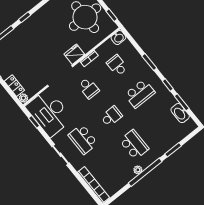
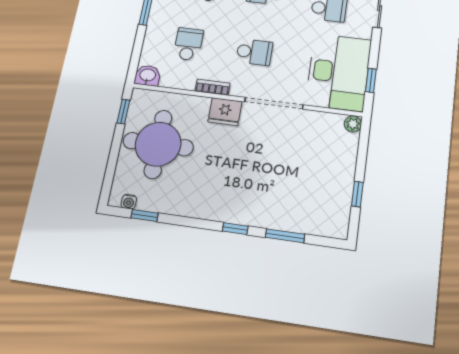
school desk: (117, 65) -> (188, 44), turned 180
locker: (14, 86) -> (348, 152), removed
school desk: (89, 88) -> (254, 52), turned 90

